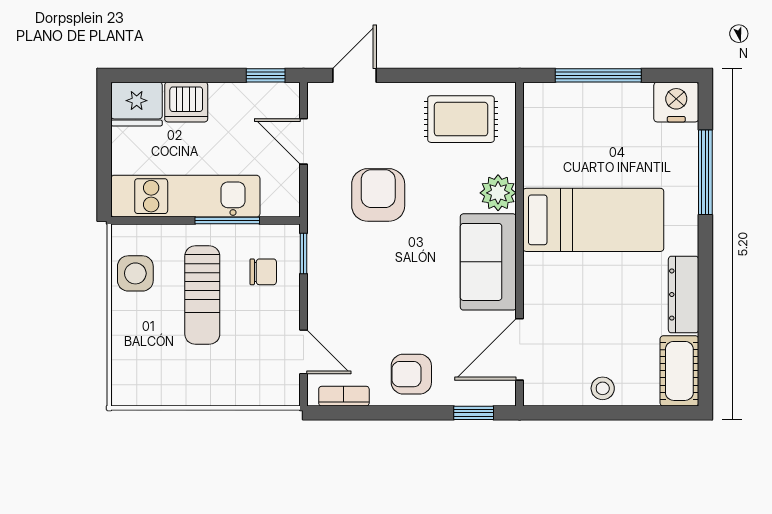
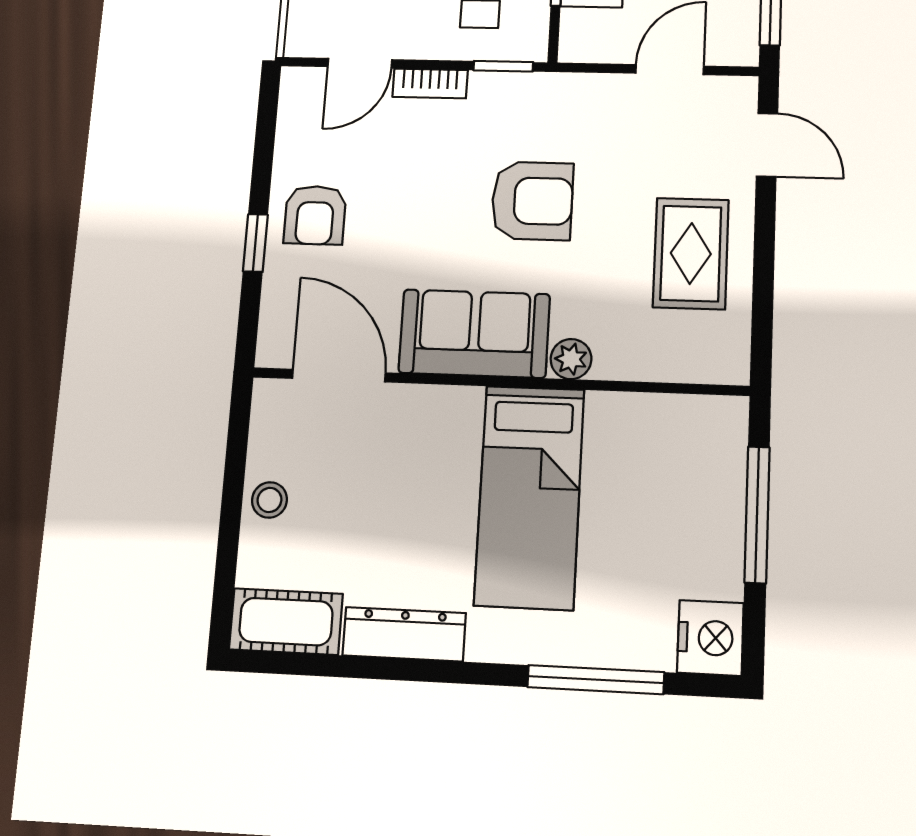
rug: (461, 119) -> (691, 253), moved
plant: (498, 193) -> (571, 359), width x0.73, depth x0.73
armchair: (378, 195) -> (532, 201), moved
armchair: (411, 374) -> (315, 215), turned 180
bookcase: (344, 396) -> (430, 83), moved, turned 90
window: (474, 413) -> (255, 243), moved

